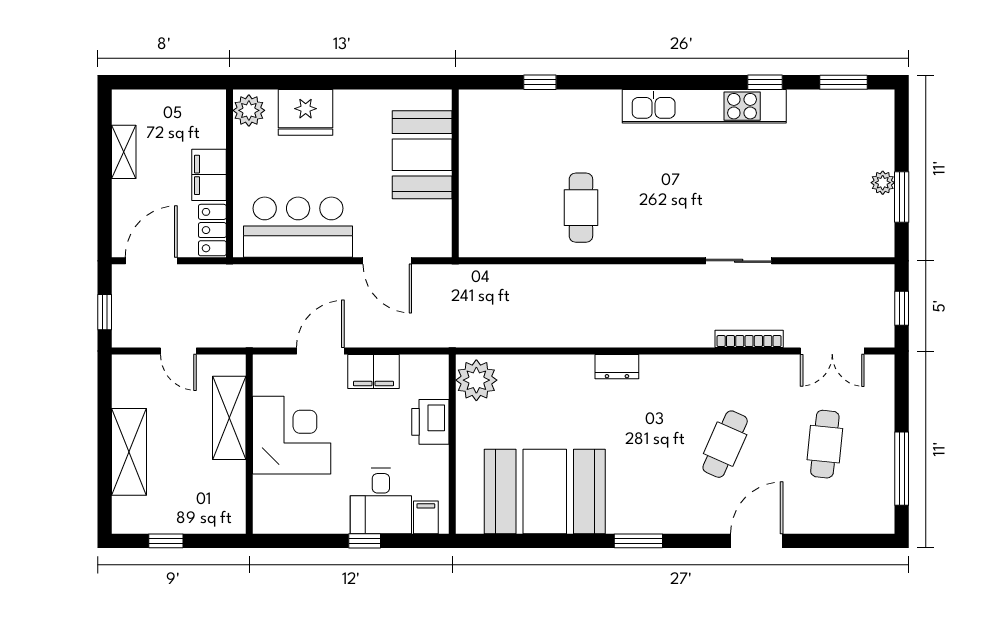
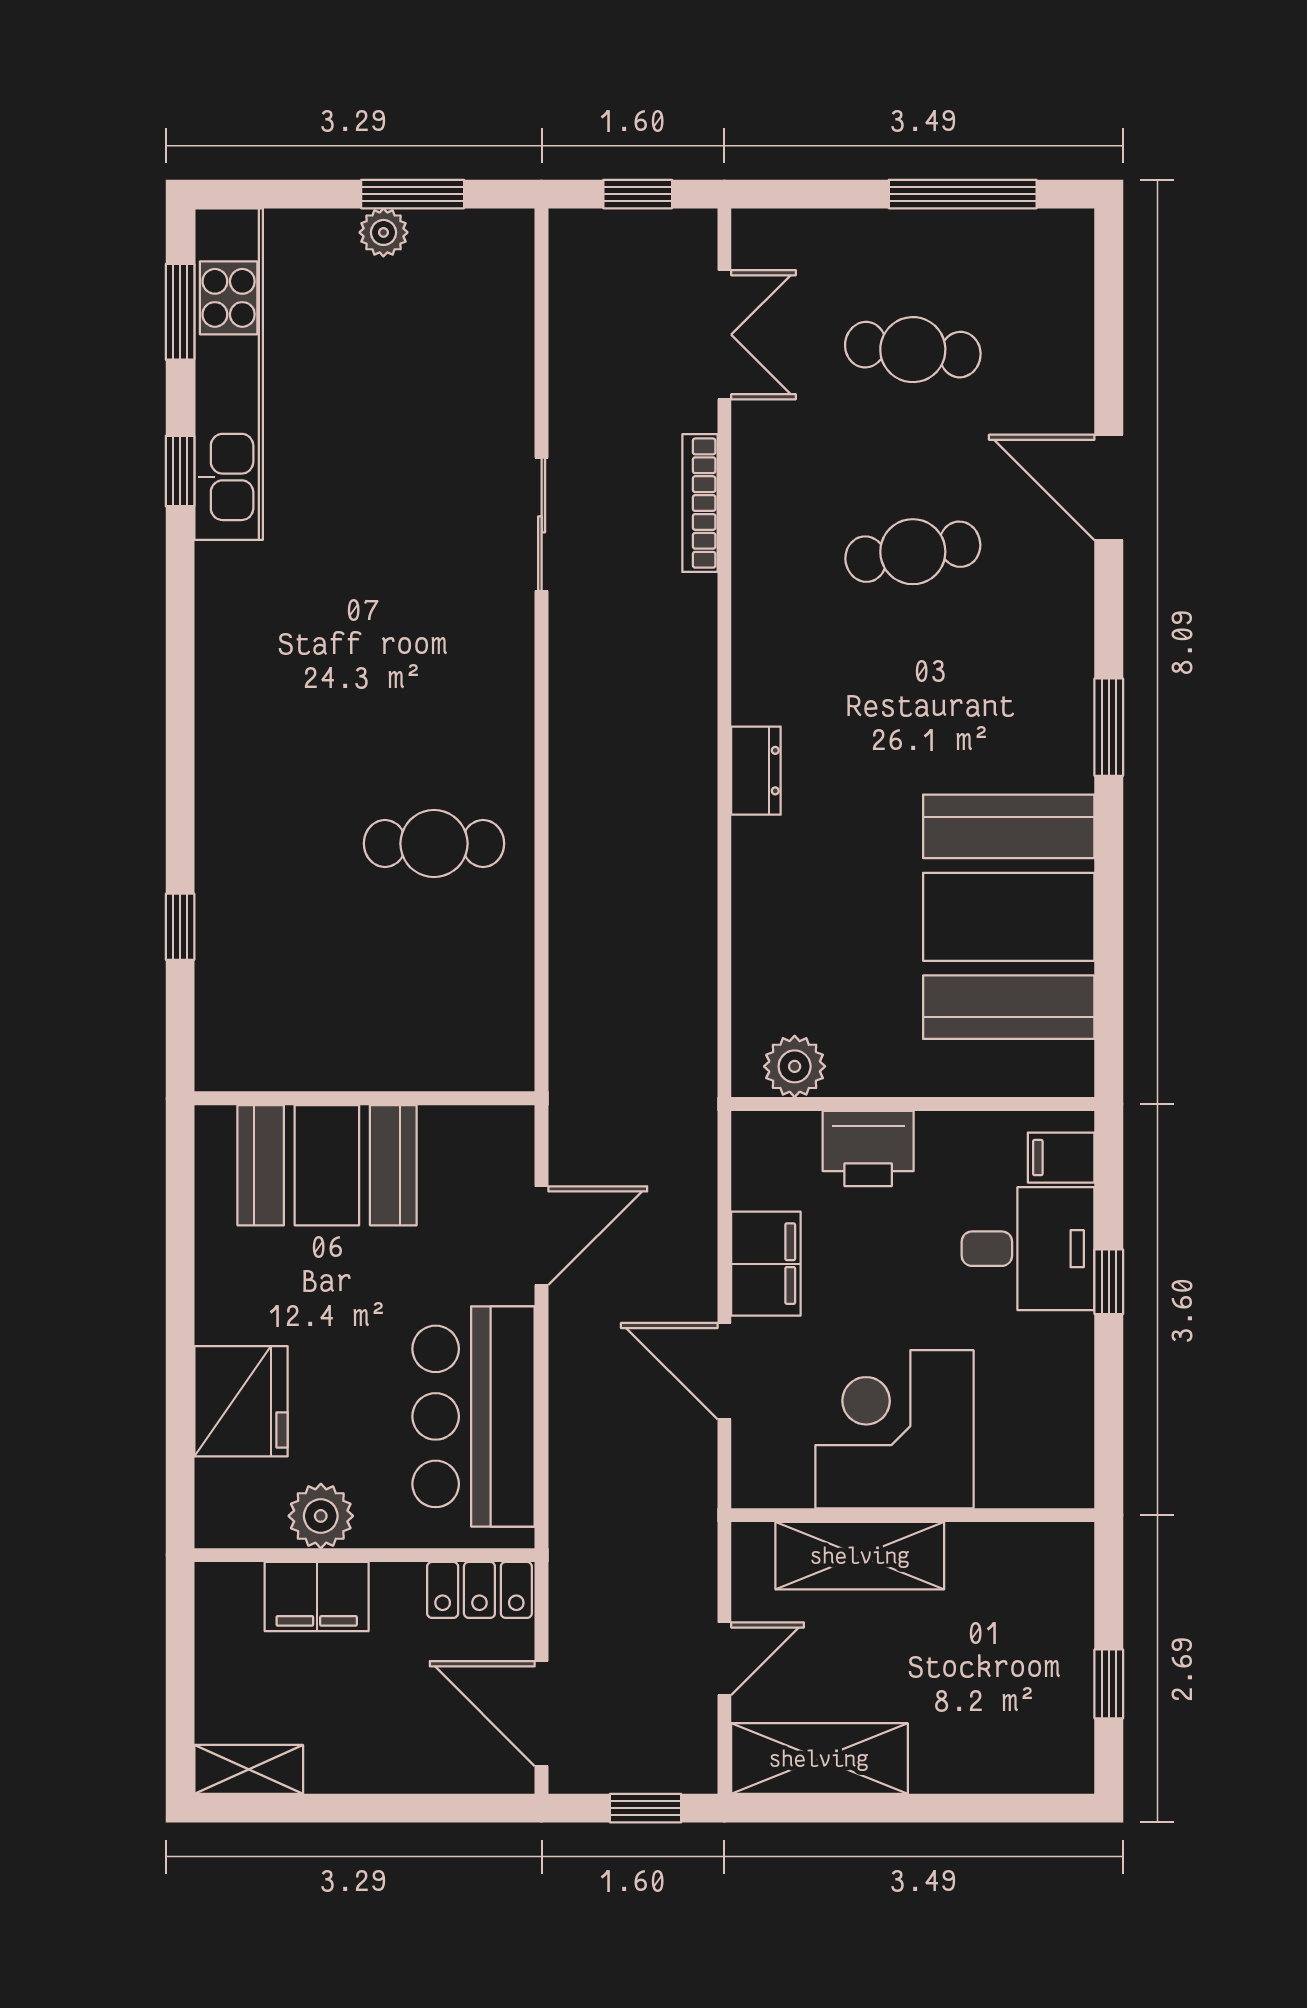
kitchen unit: (704, 106) -> (229, 374), moved
plant: (249, 110) -> (321, 1516), moved
shelving: (124, 152) -> (249, 1769), moved
filing cabinet: (209, 175) -> (317, 1597), moved
plant: (476, 380) -> (795, 1066), width x0.73, depth x0.73
cafe table: (725, 444) -> (913, 552), turned -33
shelving: (129, 452) -> (819, 1759), moved

